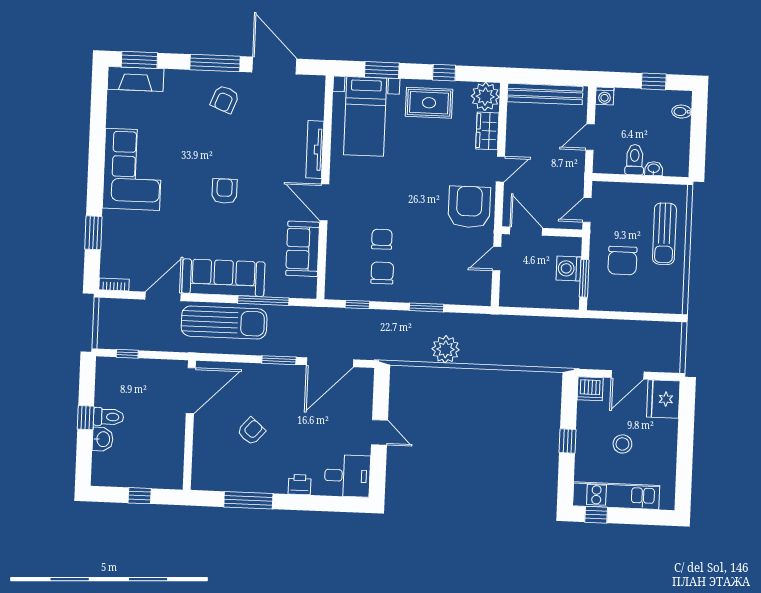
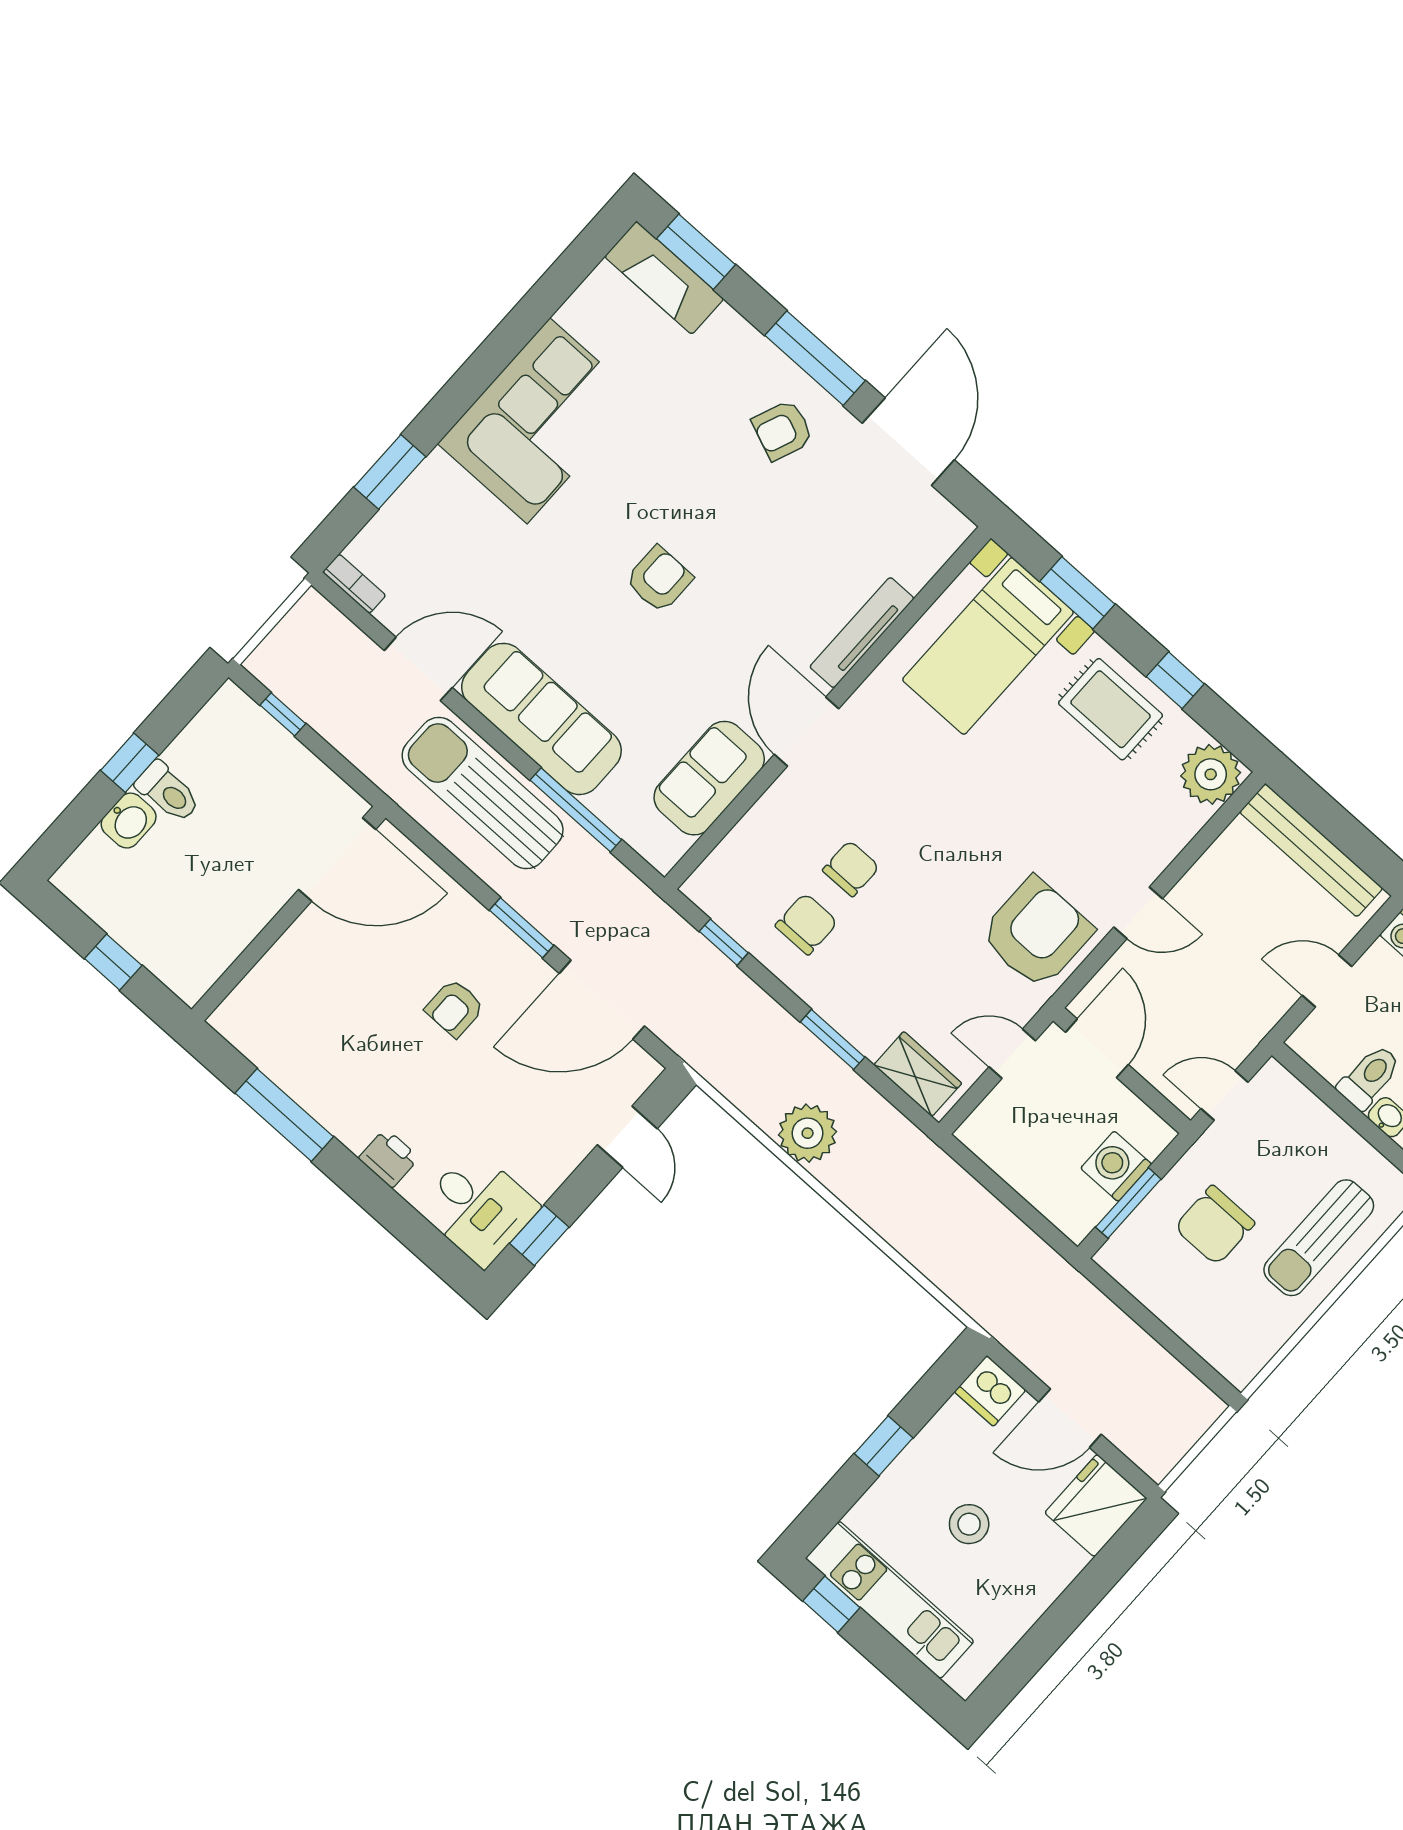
wardrobe: (487, 131) -> (918, 1074), moved, turned 90
sun lounger: (224, 322) -> (483, 793), turned 180
armchair: (251, 431) -> (455, 1008), moved, turned 139
door: (379, 432) -> (627, 1137), moved
window: (378, 468) -> (539, 1235), added

